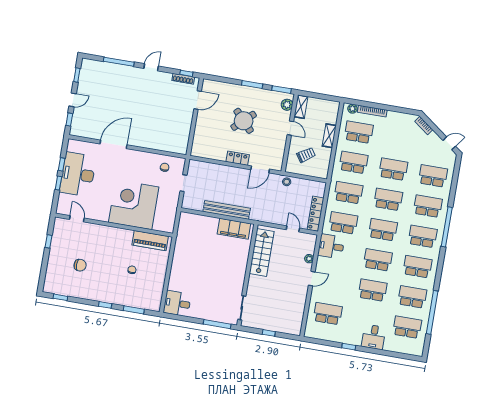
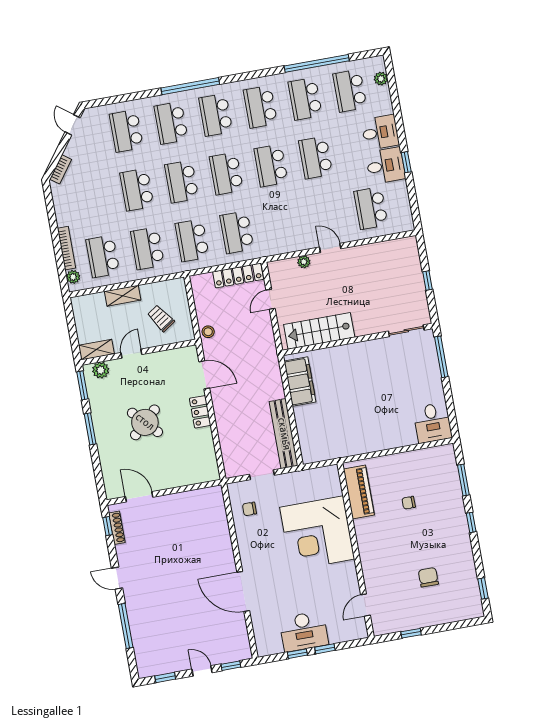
desk: (78, 174) -> (304, 631), width x0.73, depth x0.77
bench: (227, 210) -> (284, 434), moved
desk: (331, 246) -> (385, 166), moved, turned -90
plant: (408, 350) -> (381, 79), added

